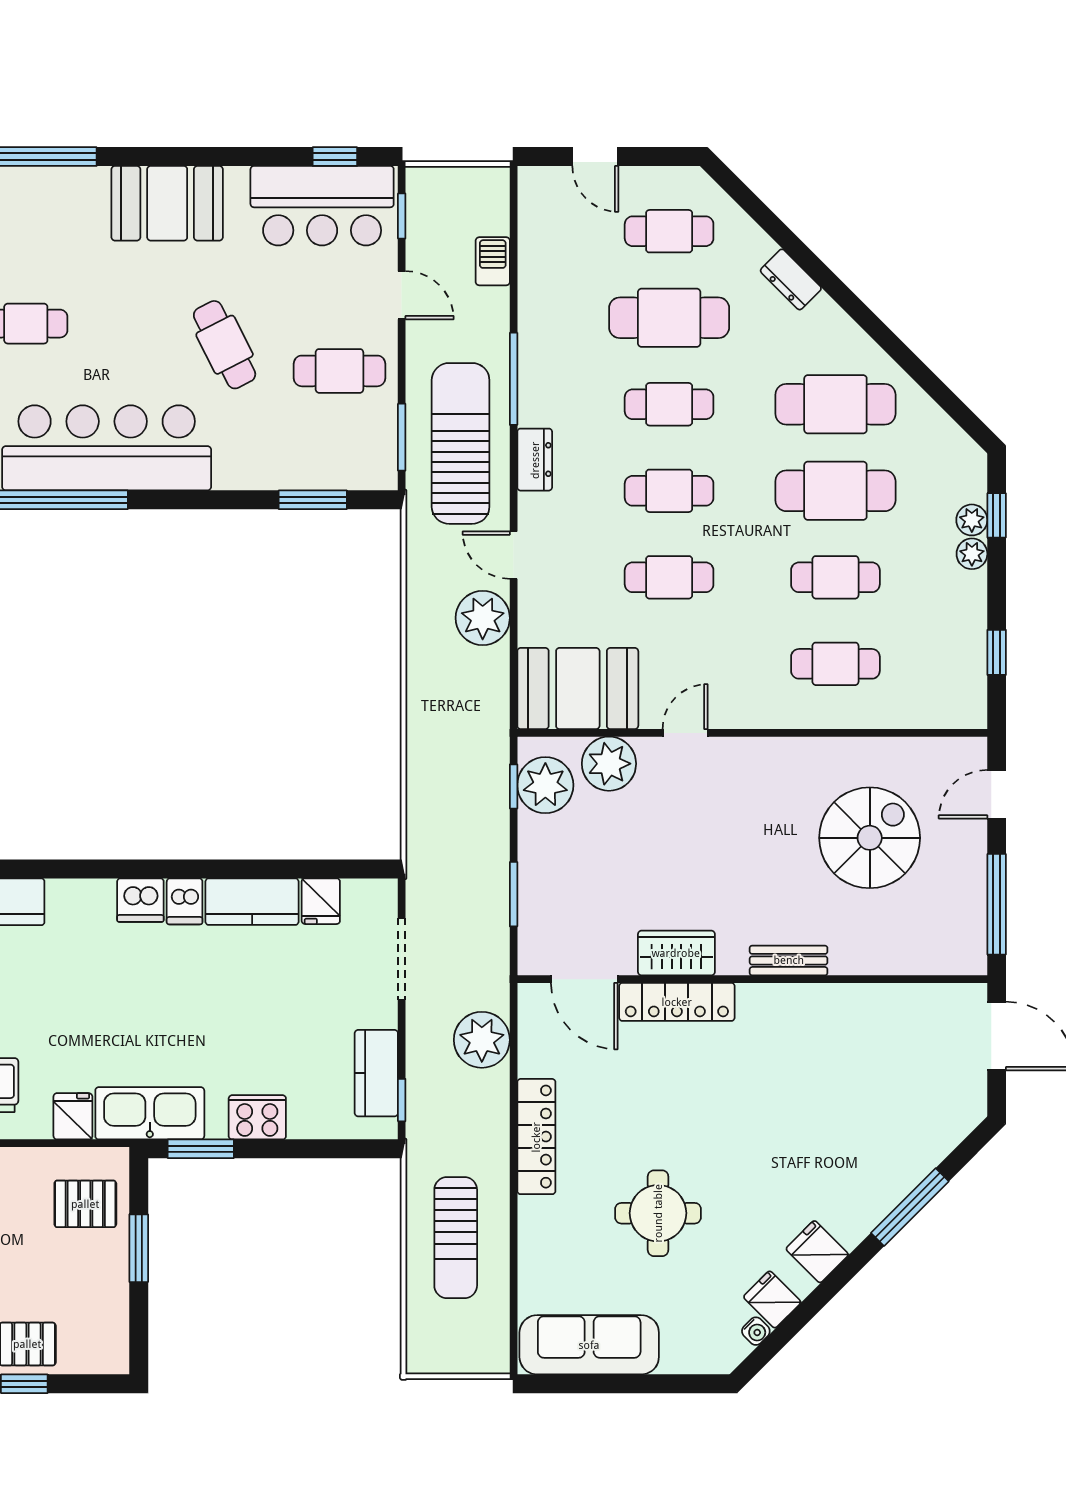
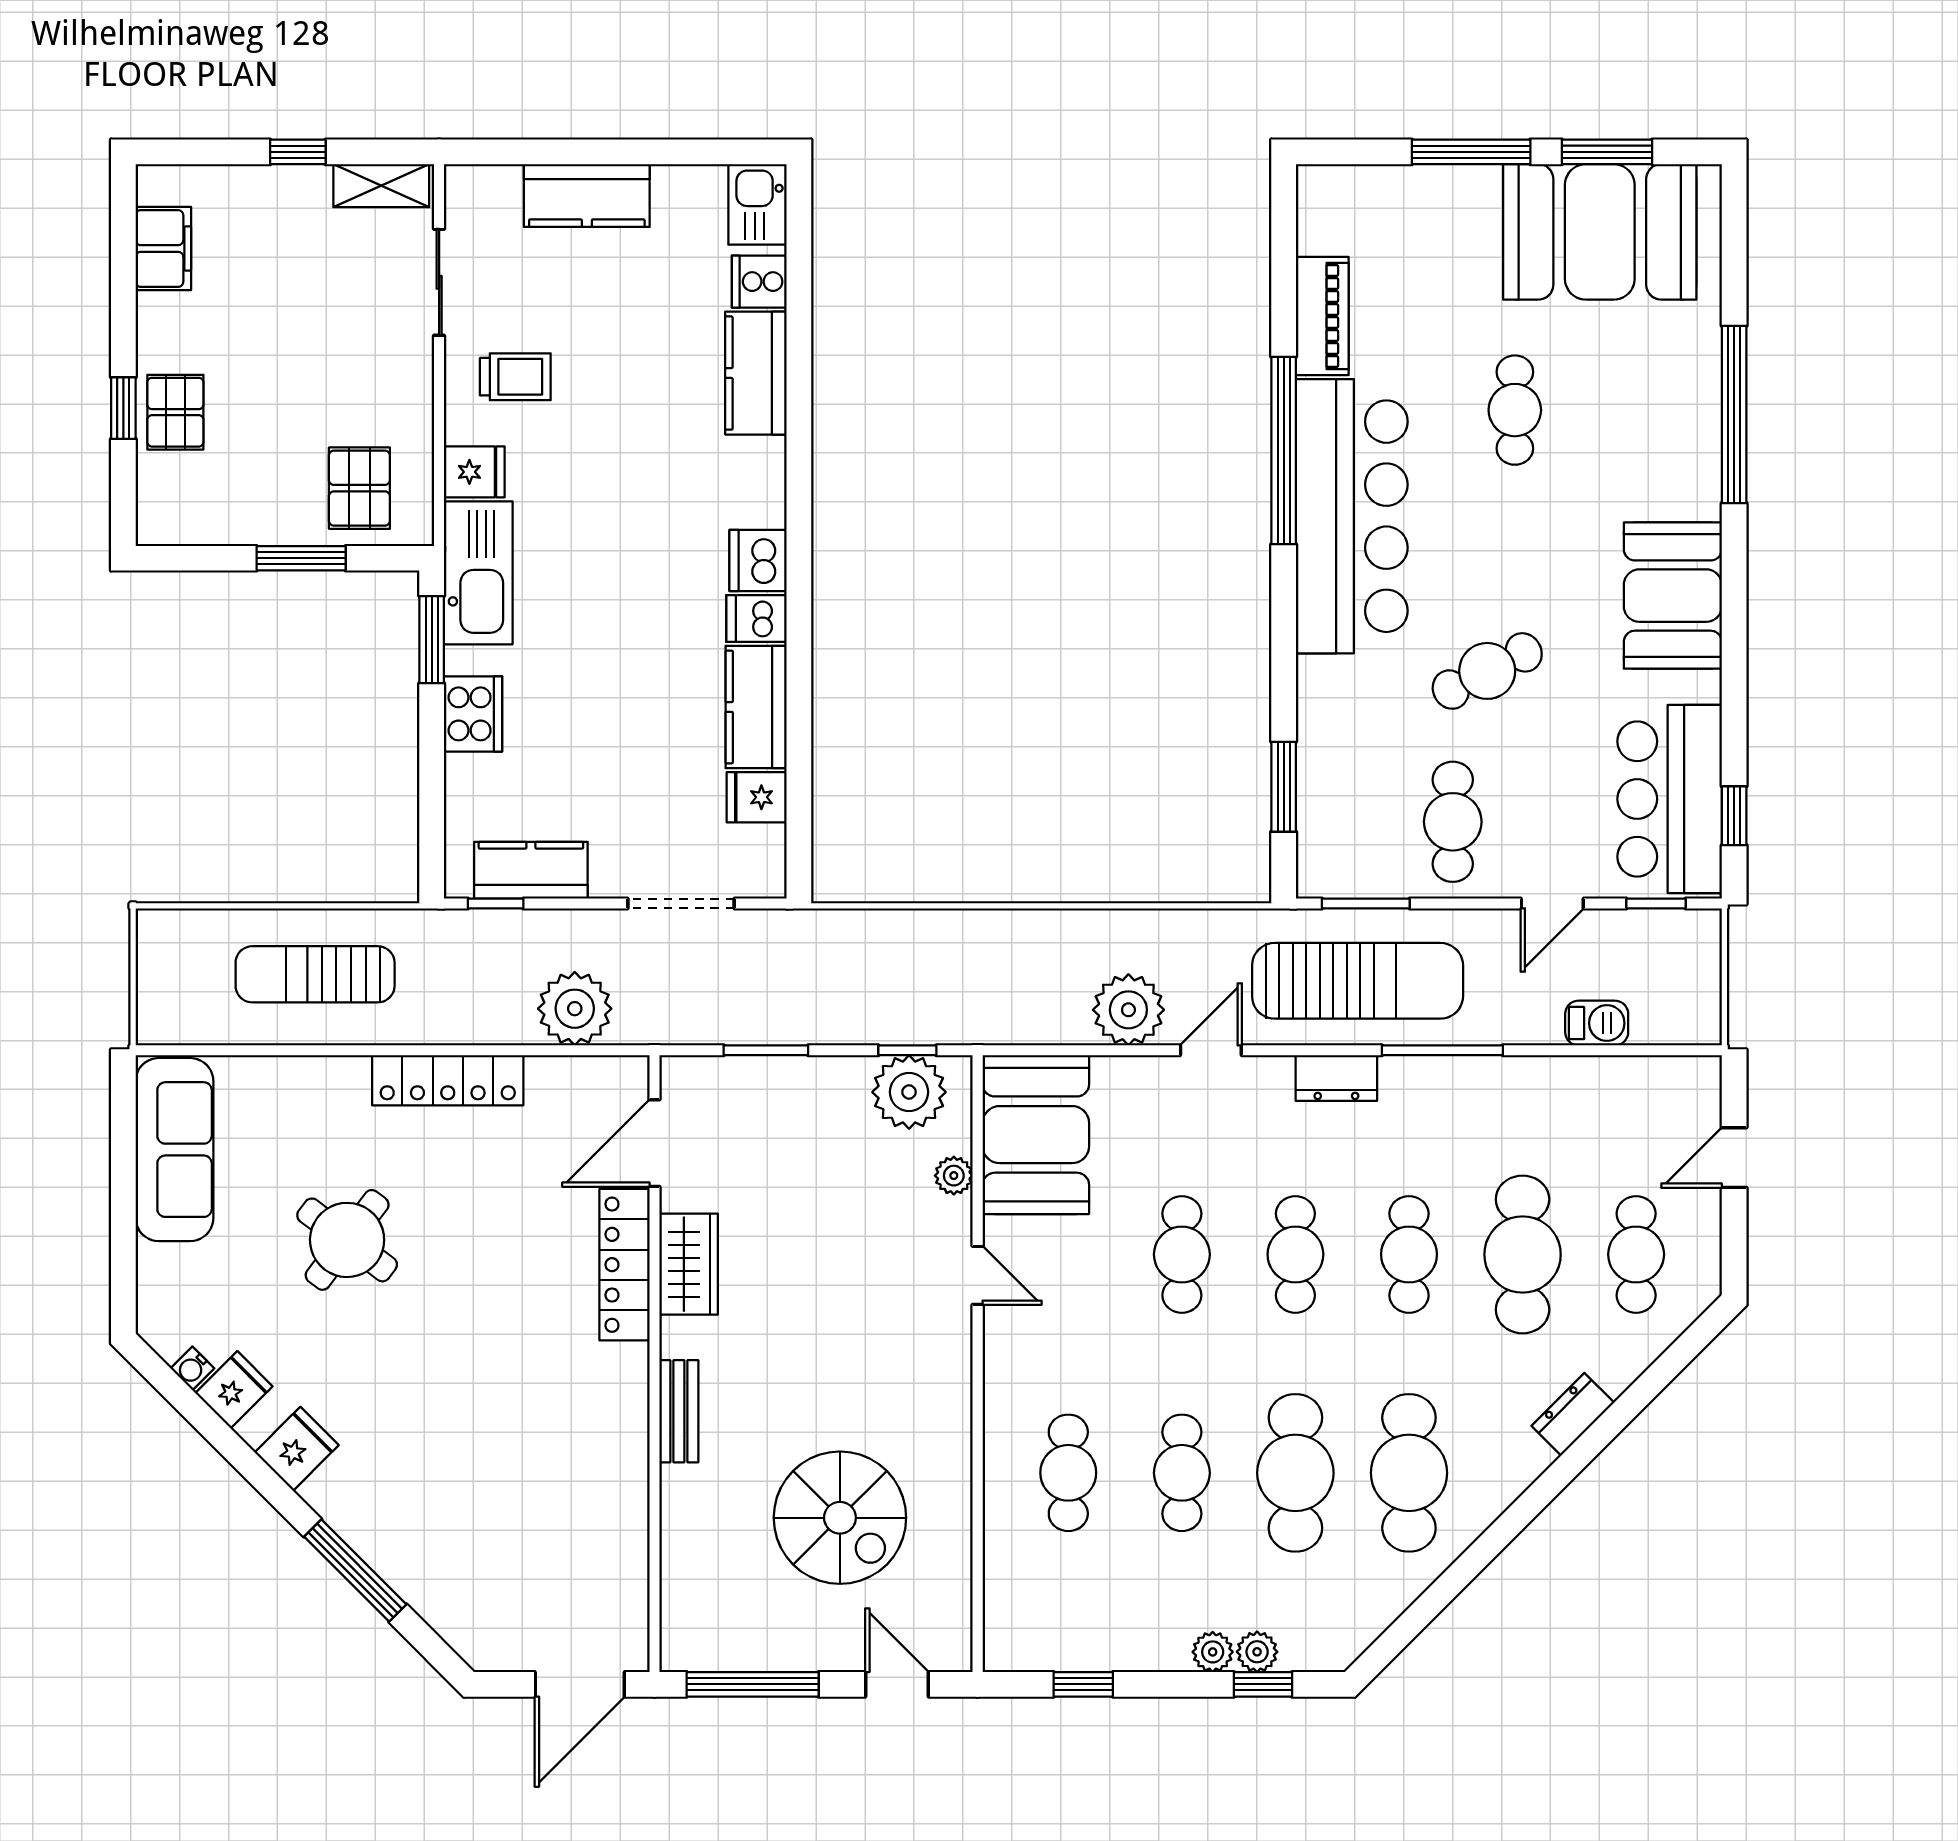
plant: (609, 764) -> (954, 1176), width x0.53, depth x0.53
round table: (658, 1213) -> (347, 1240), turned 37

